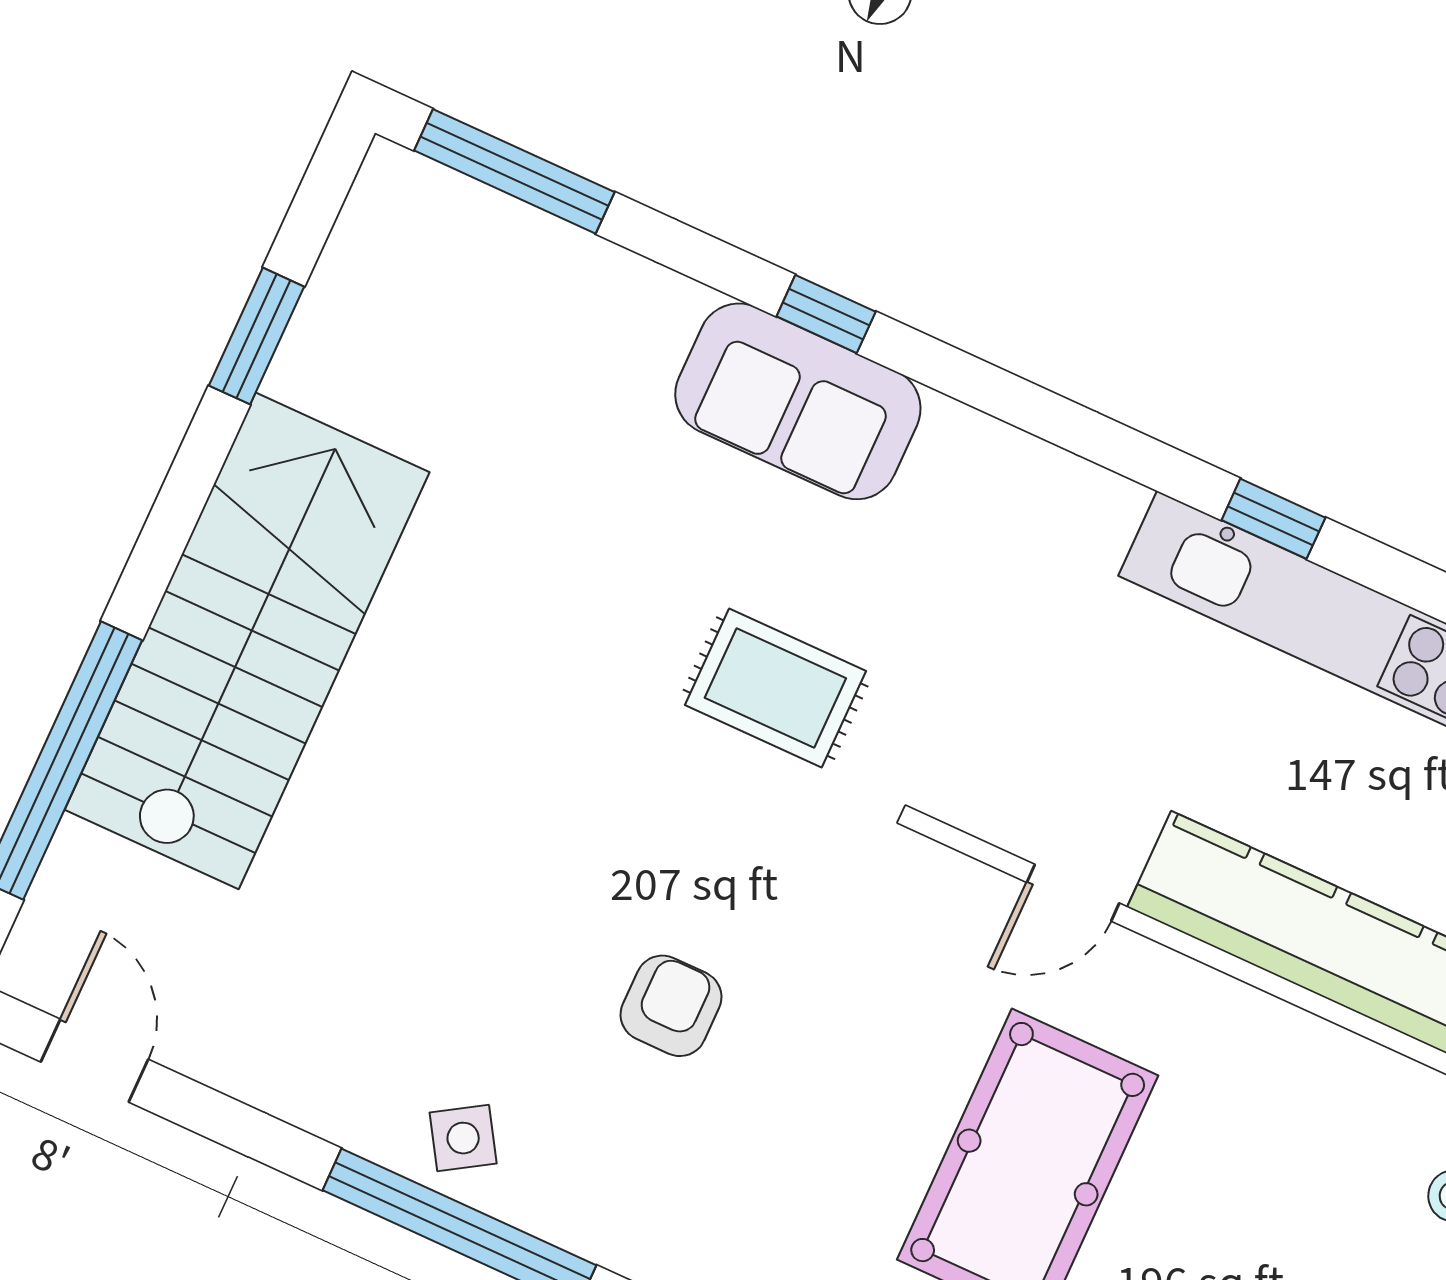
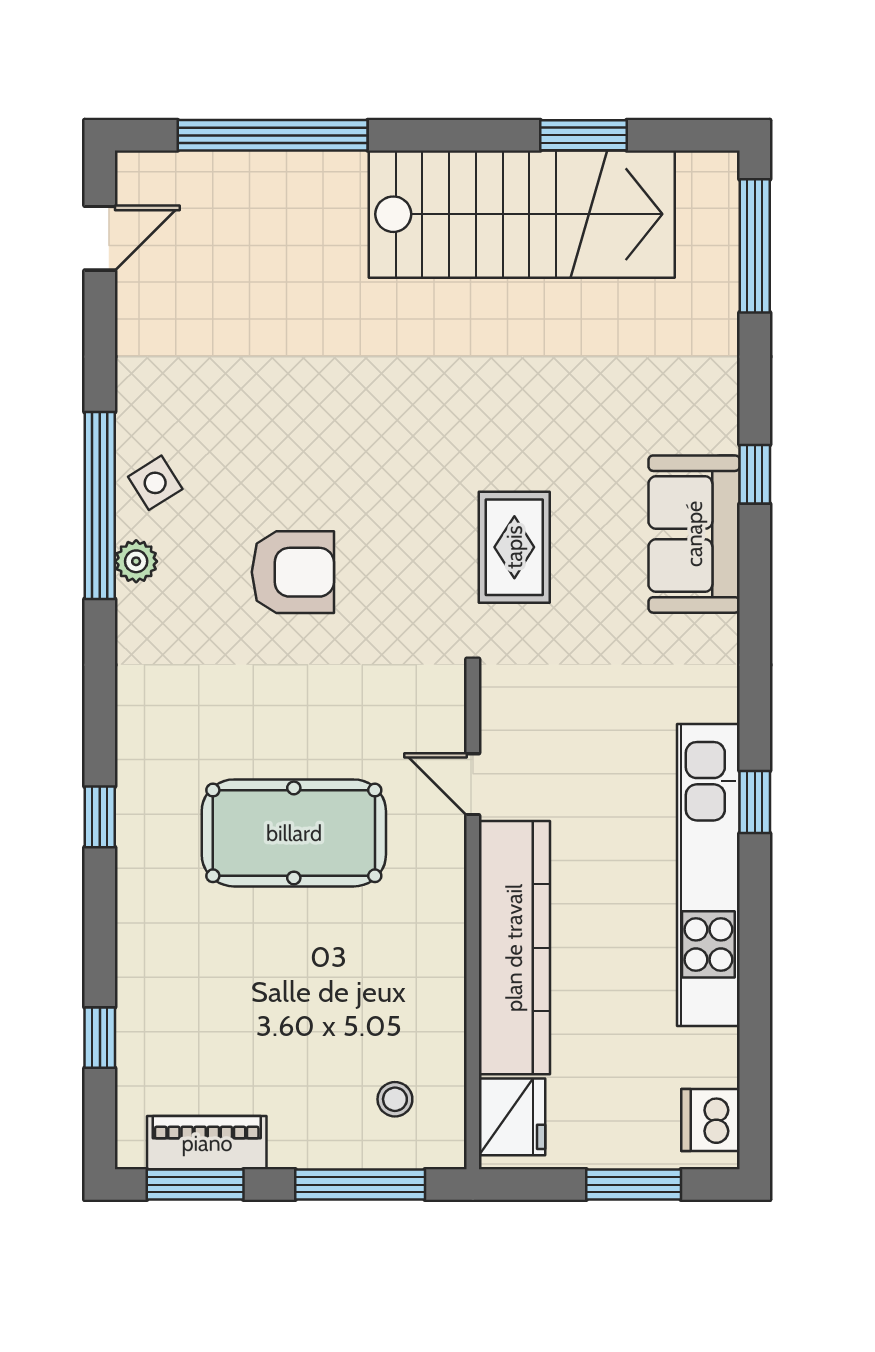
sofa: (798, 401) -> (694, 534), moved
stairs: (247, 641) -> (522, 214), moved
armchair: (671, 1006) -> (293, 572), width x1.38, depth x1.38
plant: (558, 1213) -> (136, 561), added

